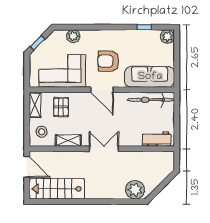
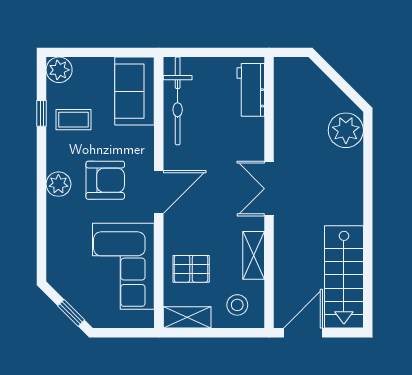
plant: (73, 36) -> (58, 184), moved
coffee table: (141, 44) -> (73, 120), added
armchair: (108, 61) -> (105, 180), turned -90
sofa: (150, 77) -> (134, 91), width x0.73

